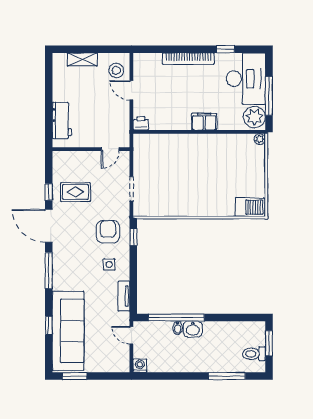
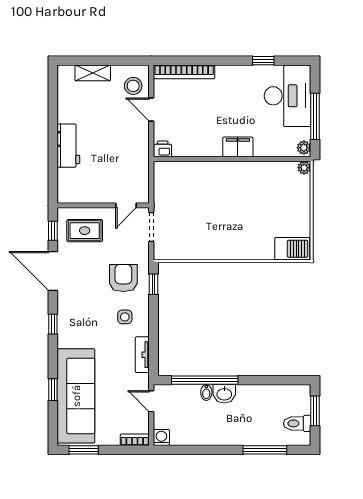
bookcase: (188, 59) -> (184, 72), moved
plant: (254, 117) -> (304, 148), width x0.53, depth x0.53
wall: (91, 149) -> (103, 205), moved
door: (110, 149) -> (126, 205), moved
window: (49, 271) -> (53, 324), width x0.46
bookcase: (118, 368) -> (135, 440), added

